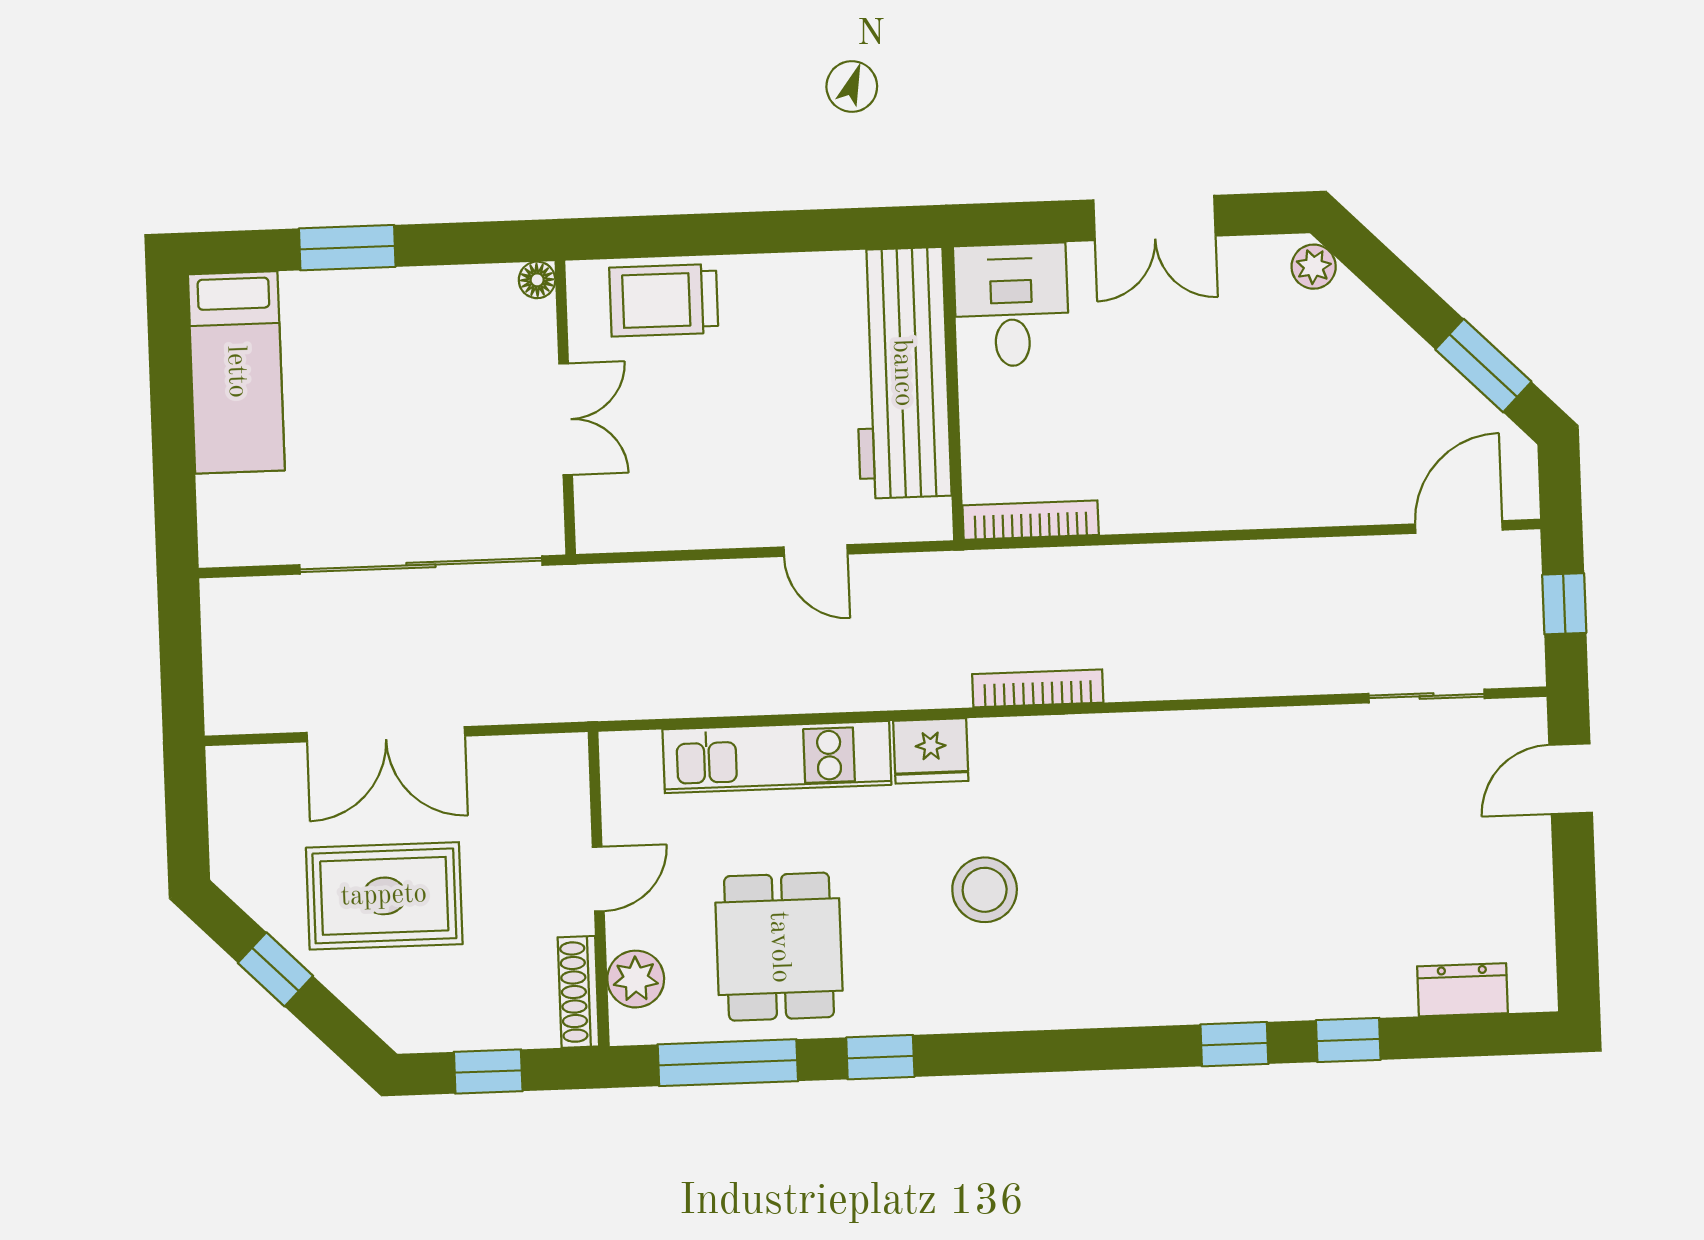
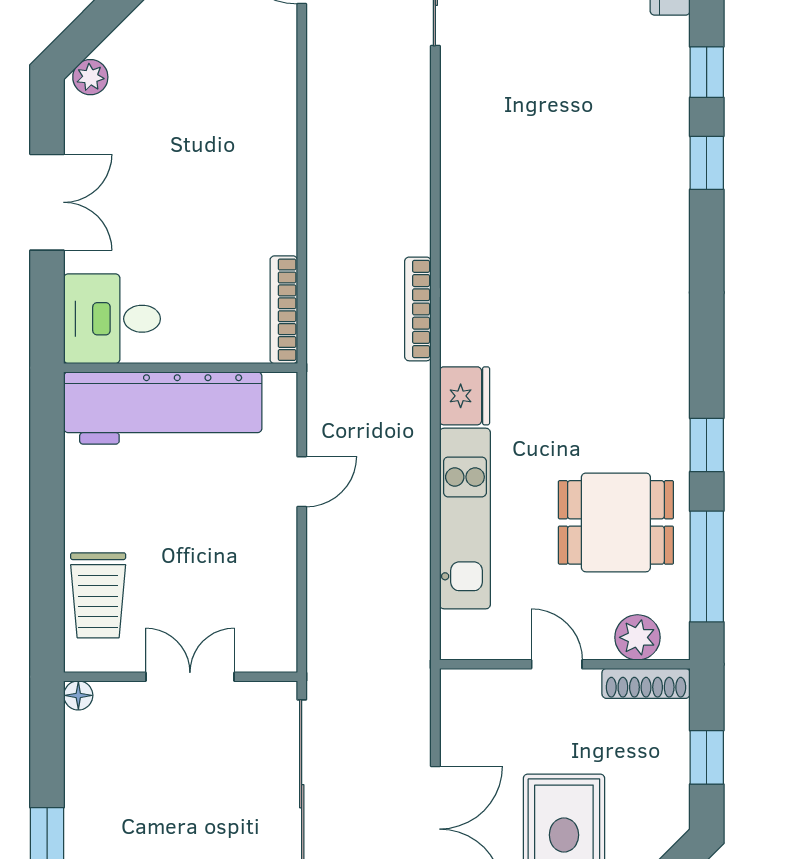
stool: (985, 890) -> (577, 357), removed

